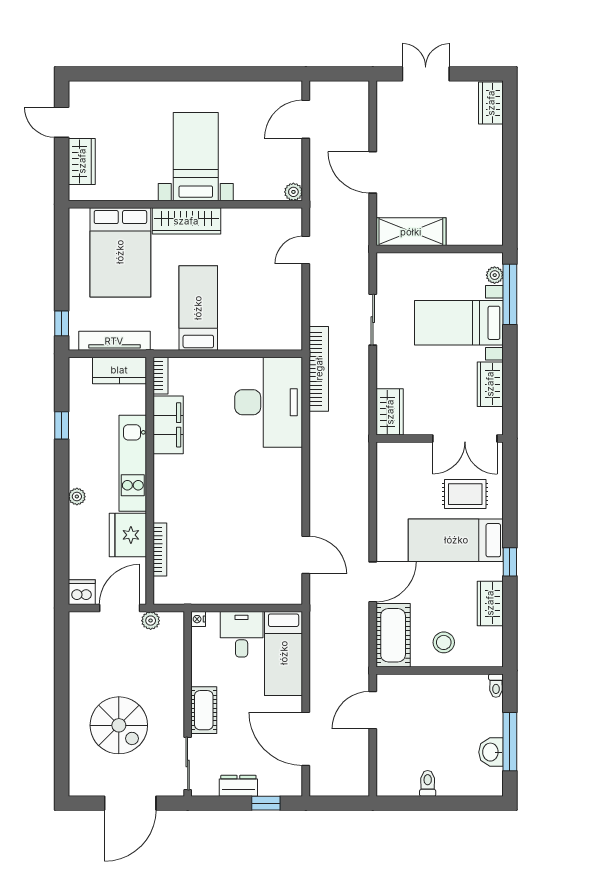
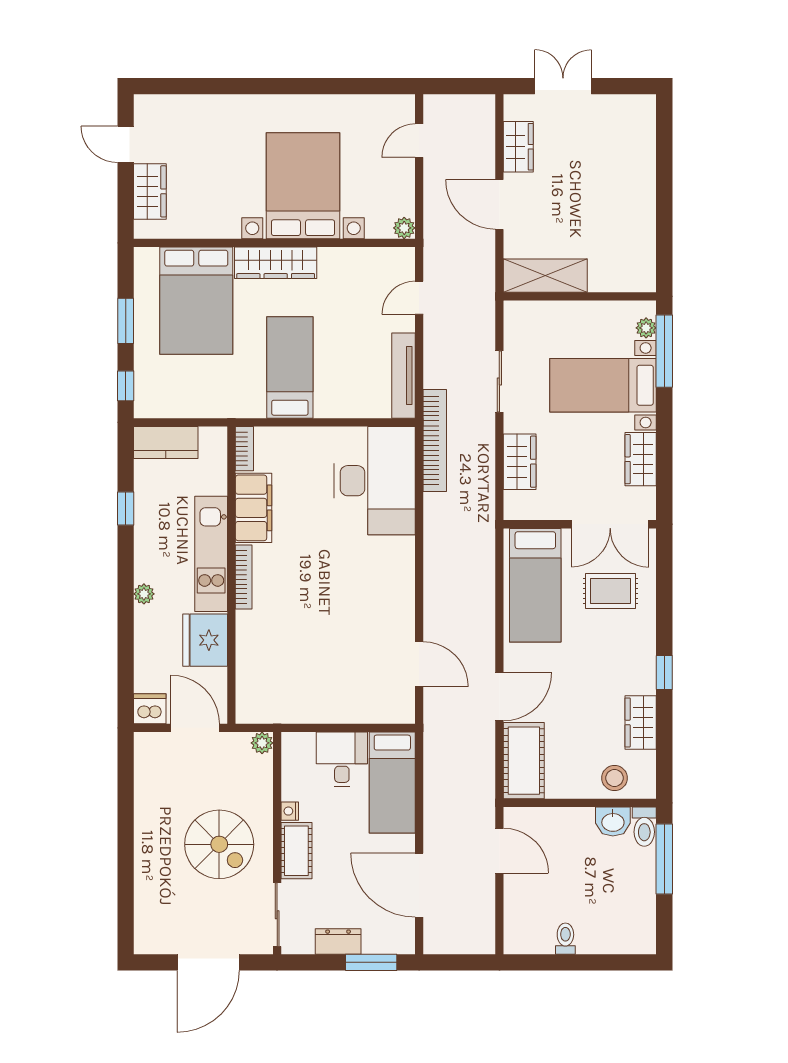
wardrobe: (491, 103) -> (518, 147), moved, turned 180
door: (306, 119) -> (419, 141), width x0.73
bed with nightstands: (196, 157) -> (303, 186), width x1.36
window: (62, 269) -> (126, 321), added
tv unit: (114, 341) -> (403, 376), moved, turned -90
kitchen counter: (119, 370) -> (166, 442), moved
wardrobe: (390, 412) -> (520, 462), moved
bed: (456, 540) -> (535, 585), moved, turned -90
bookcase: (160, 549) -> (244, 577), moved
door: (120, 608) -> (195, 728), hinge flipped
nightstand: (198, 619) -> (290, 811), moved
plant: (151, 621) -> (262, 743), moved
stool: (444, 642) -> (614, 778), moved
toilet: (496, 686) -> (644, 827), width x1.37, depth x1.39
door: (373, 710) -> (499, 851), swing flipped
spiral stairs: (119, 725) -> (219, 844), moved
window: (510, 742) -> (664, 859), moved
washbasin: (491, 752) -> (613, 822), moved, turned -90
window: (266, 803) -> (371, 962), width x1.50

